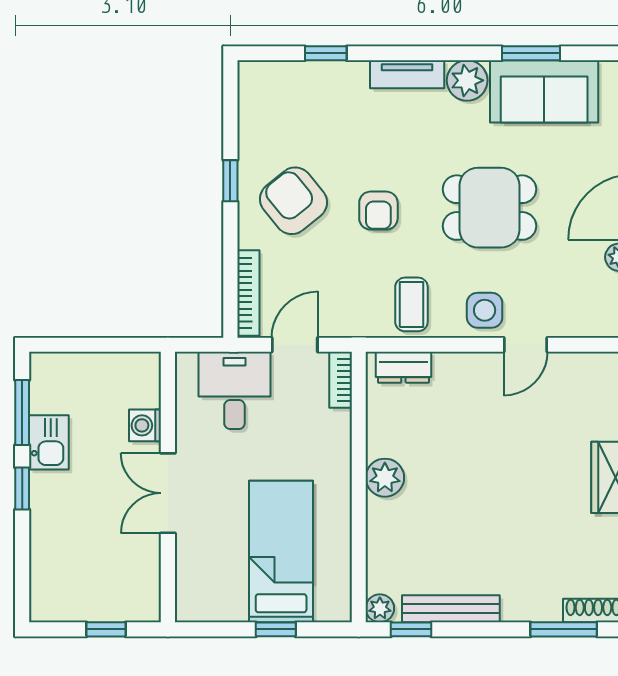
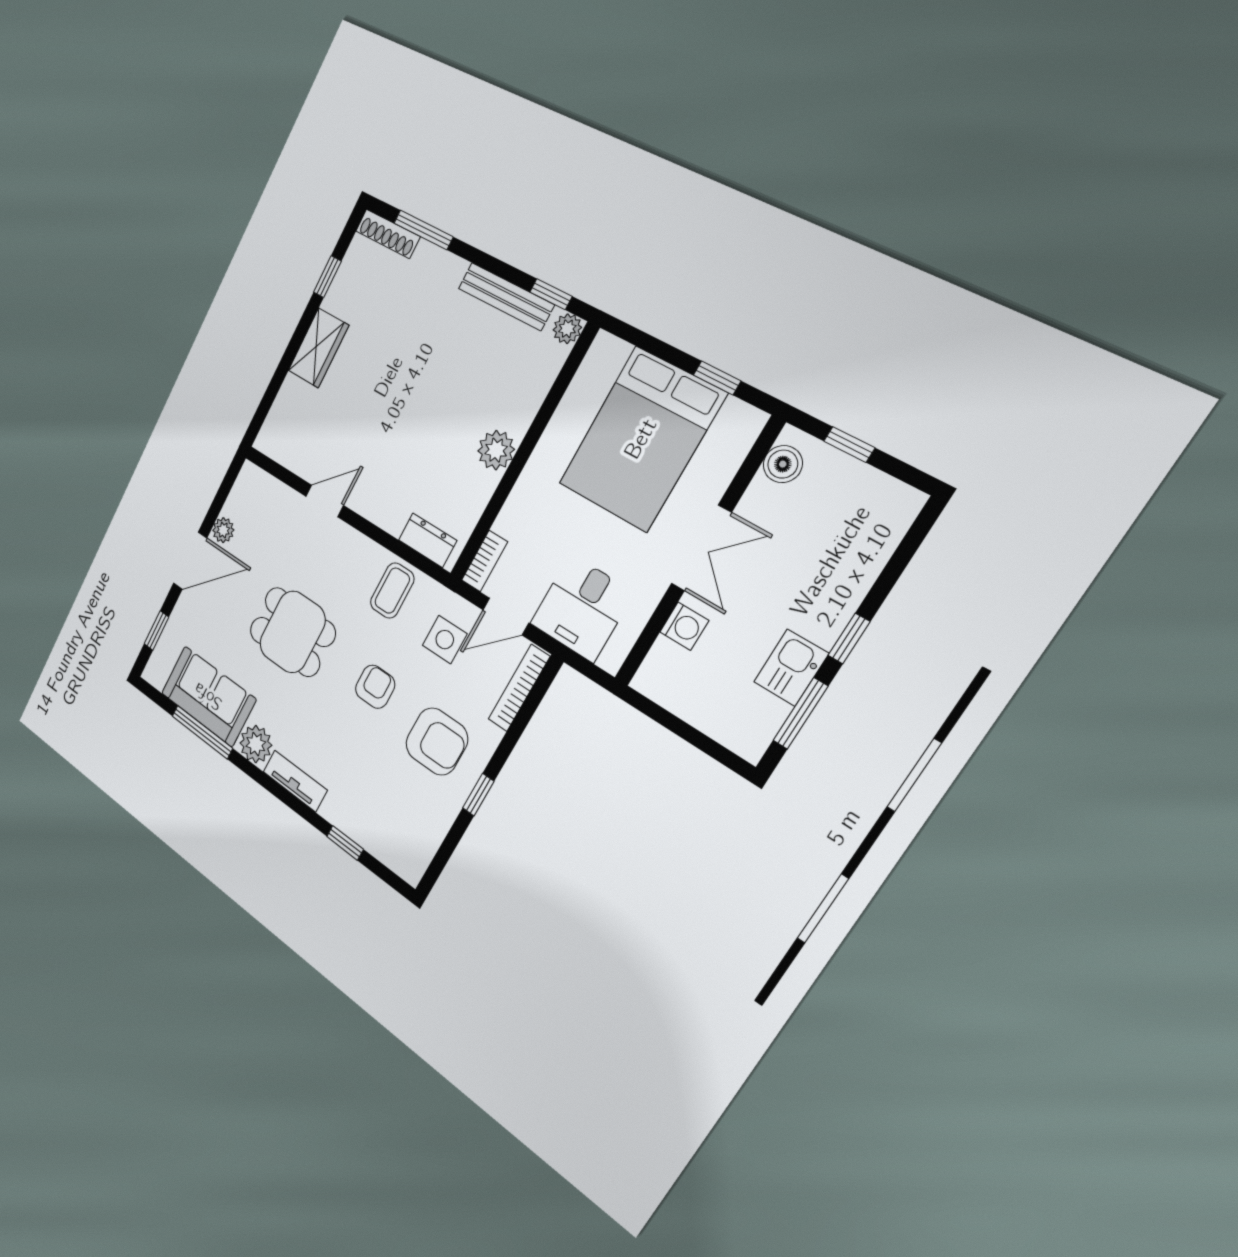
window: (531, 53) -> (202, 732), width x1.44
armchair: (293, 201) -> (437, 741), turned -51
side table: (485, 310) -> (445, 640), moved
bed: (281, 552) -> (641, 439), width x1.50
boiler: (145, 590) -> (783, 464), added
window: (276, 629) -> (717, 378), moved

